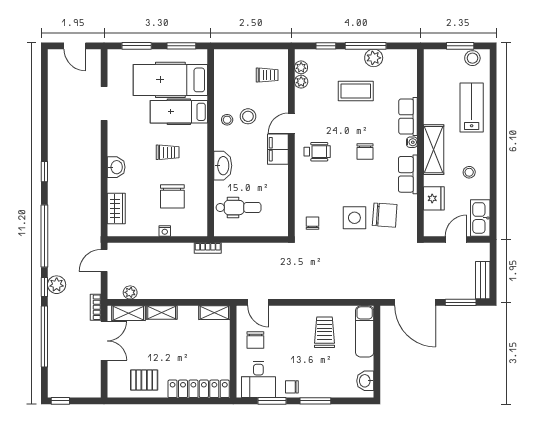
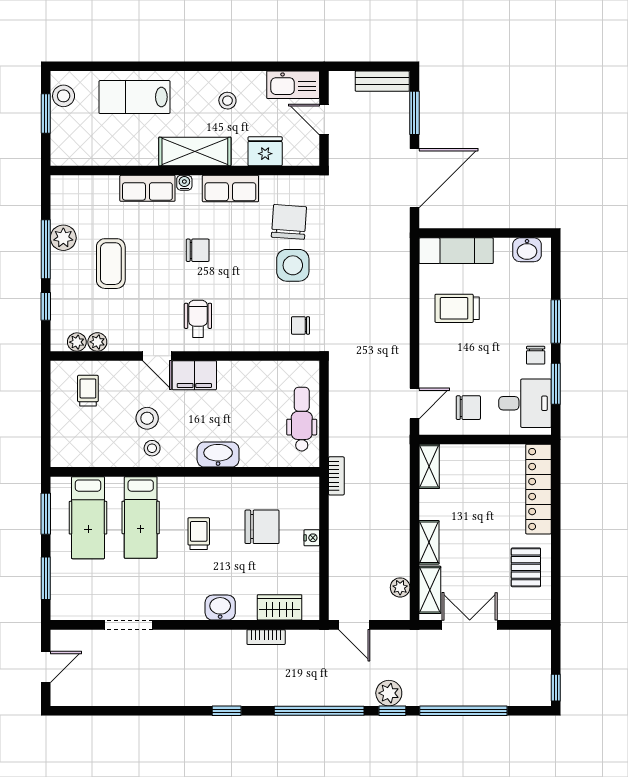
hospital bed: (170, 80) -> (88, 518), width x0.73, depth x0.78
dental chair: (239, 208) -> (302, 419), moved
bookcase: (96, 307) -> (266, 637), moved

